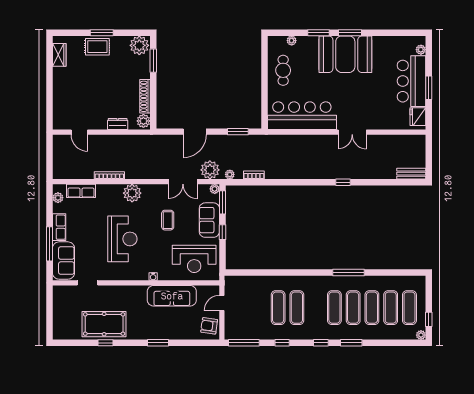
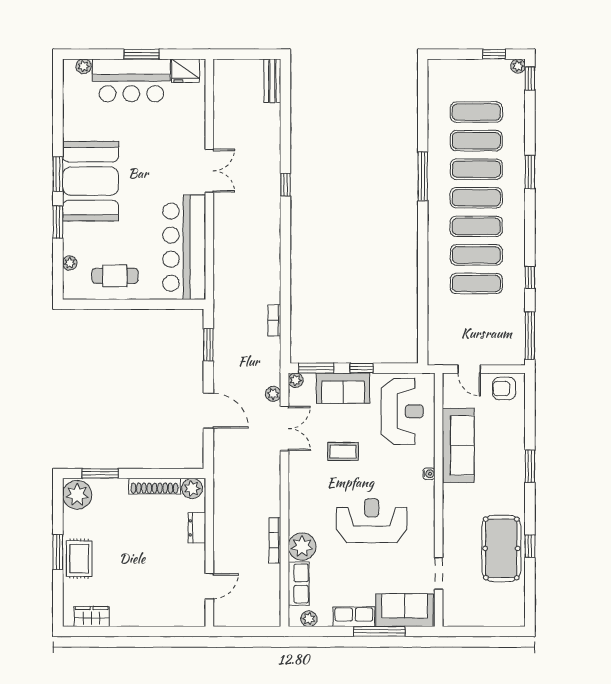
plant: (210, 170) -> (273, 394), width x0.53, depth x0.53
plant: (230, 174) -> (274, 357), removed
plant: (132, 193) -> (302, 547), moved
exercise mat: (409, 308) -> (476, 226), moved
armchair: (209, 326) -> (504, 388), turned 82
window: (321, 343) -> (530, 78), moved

